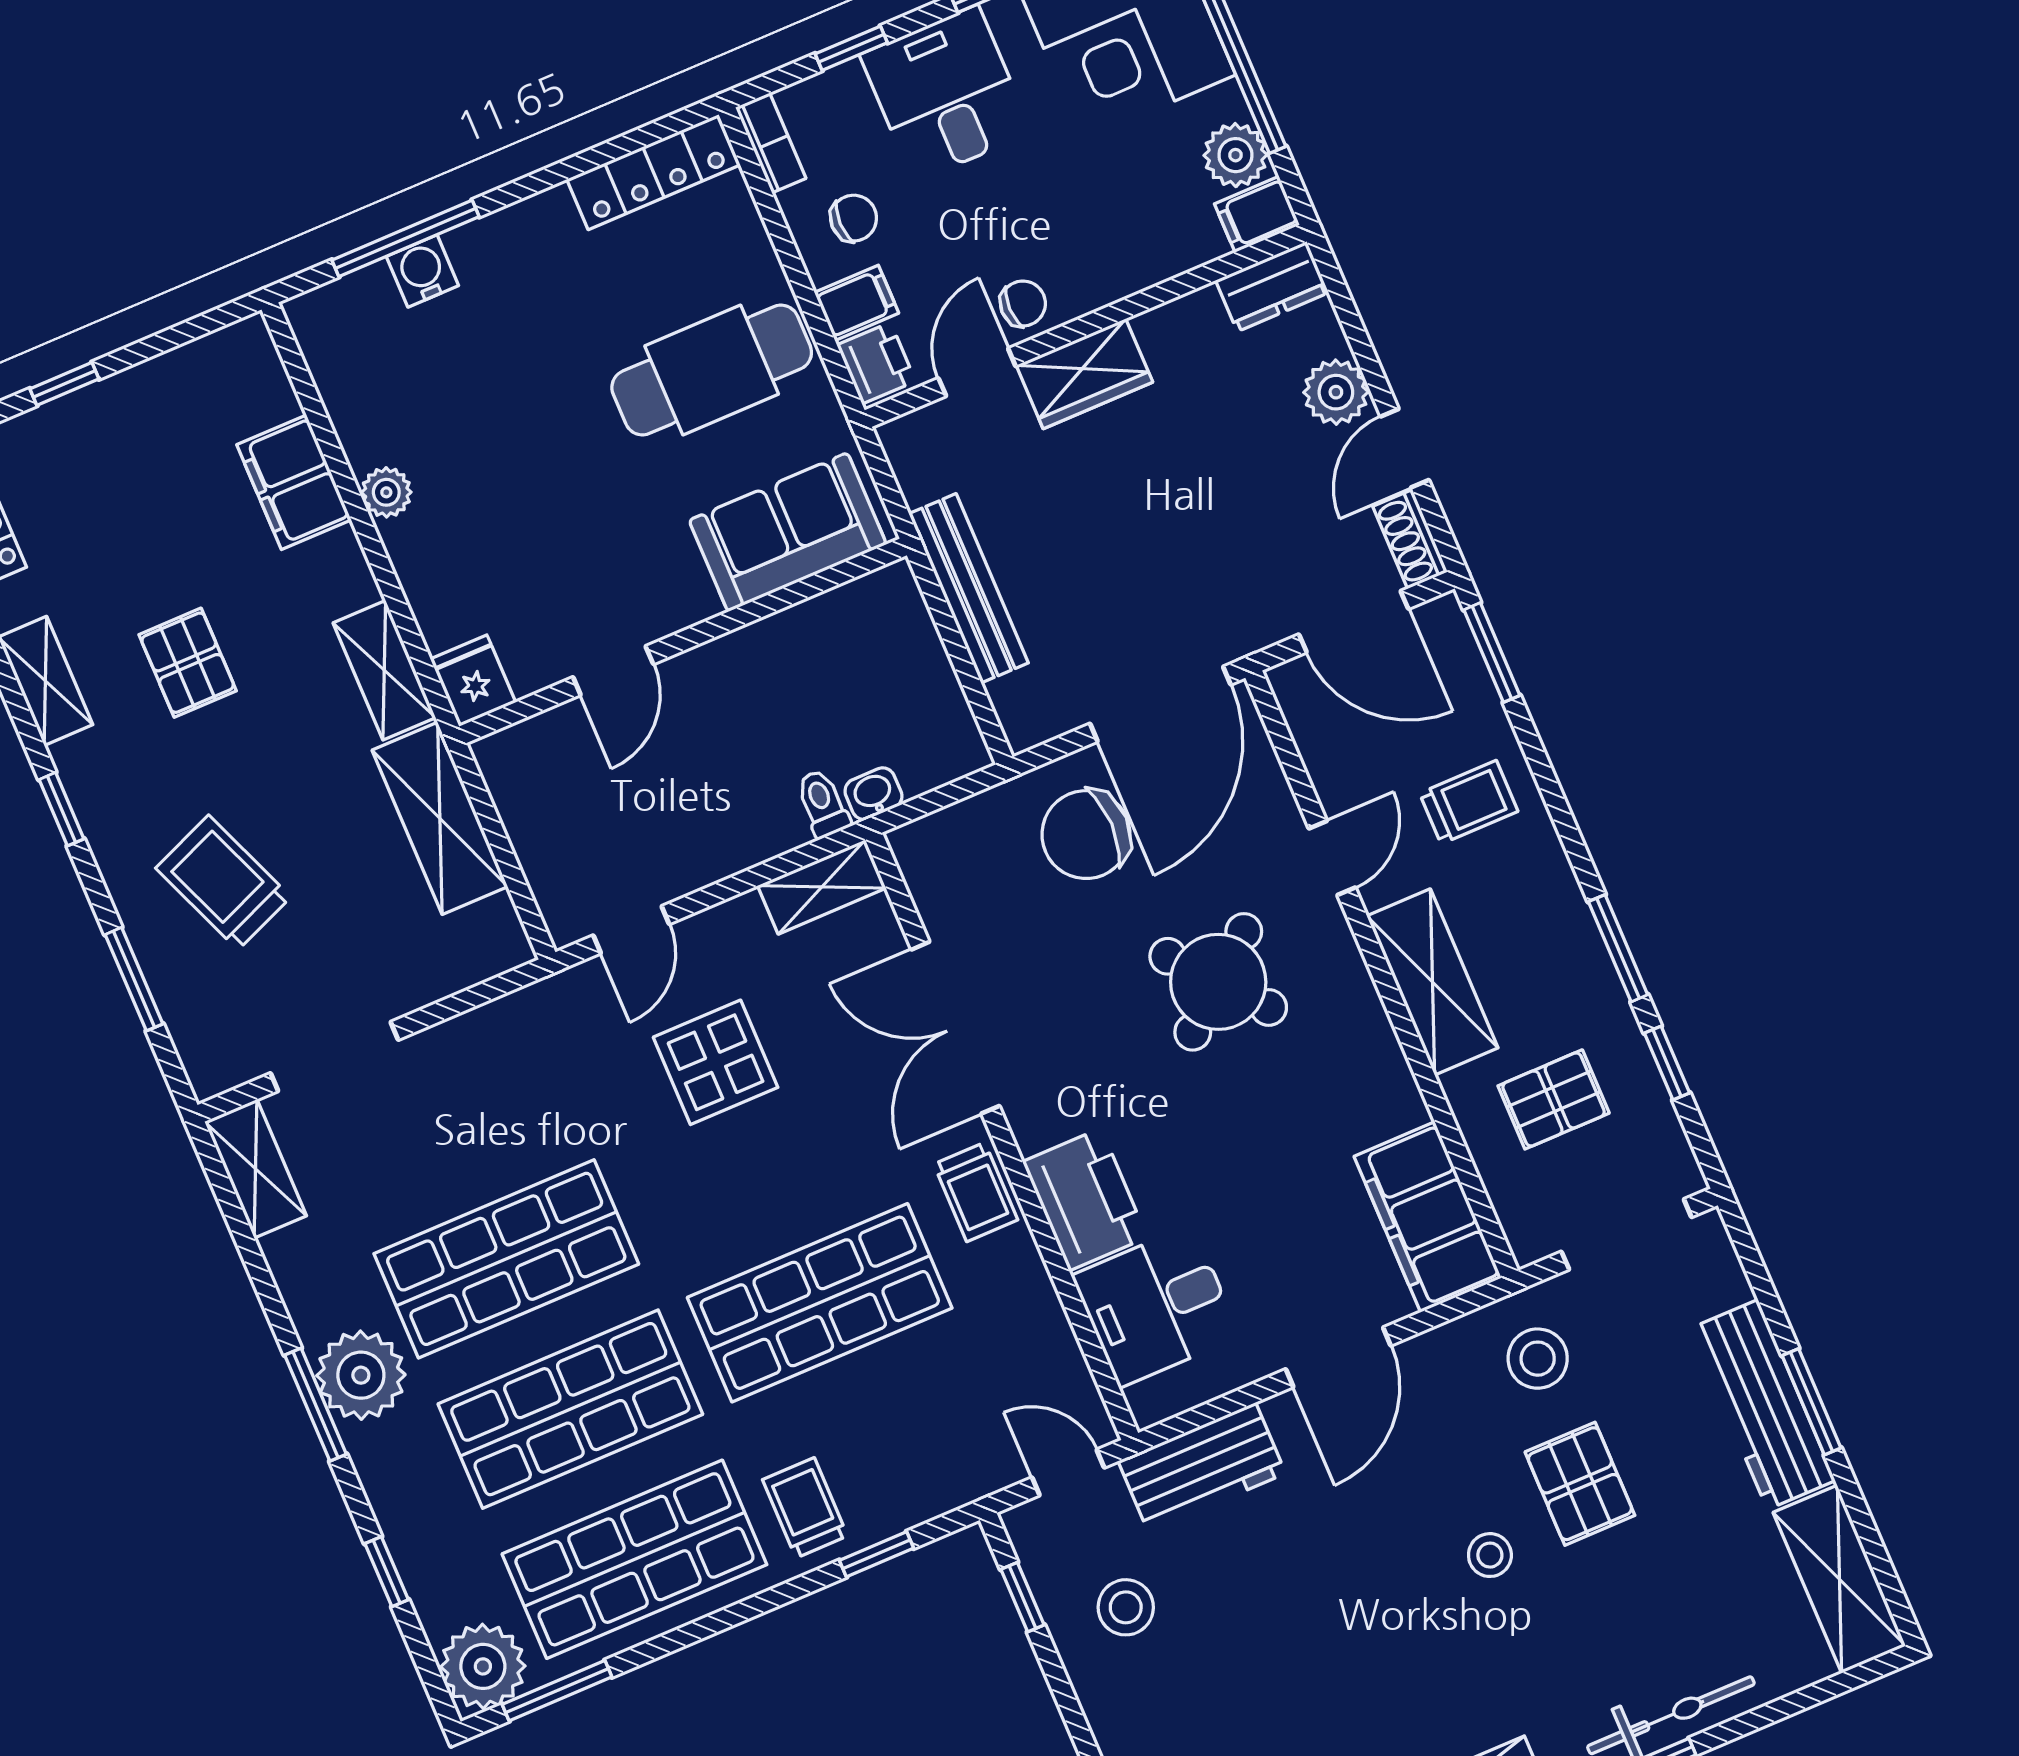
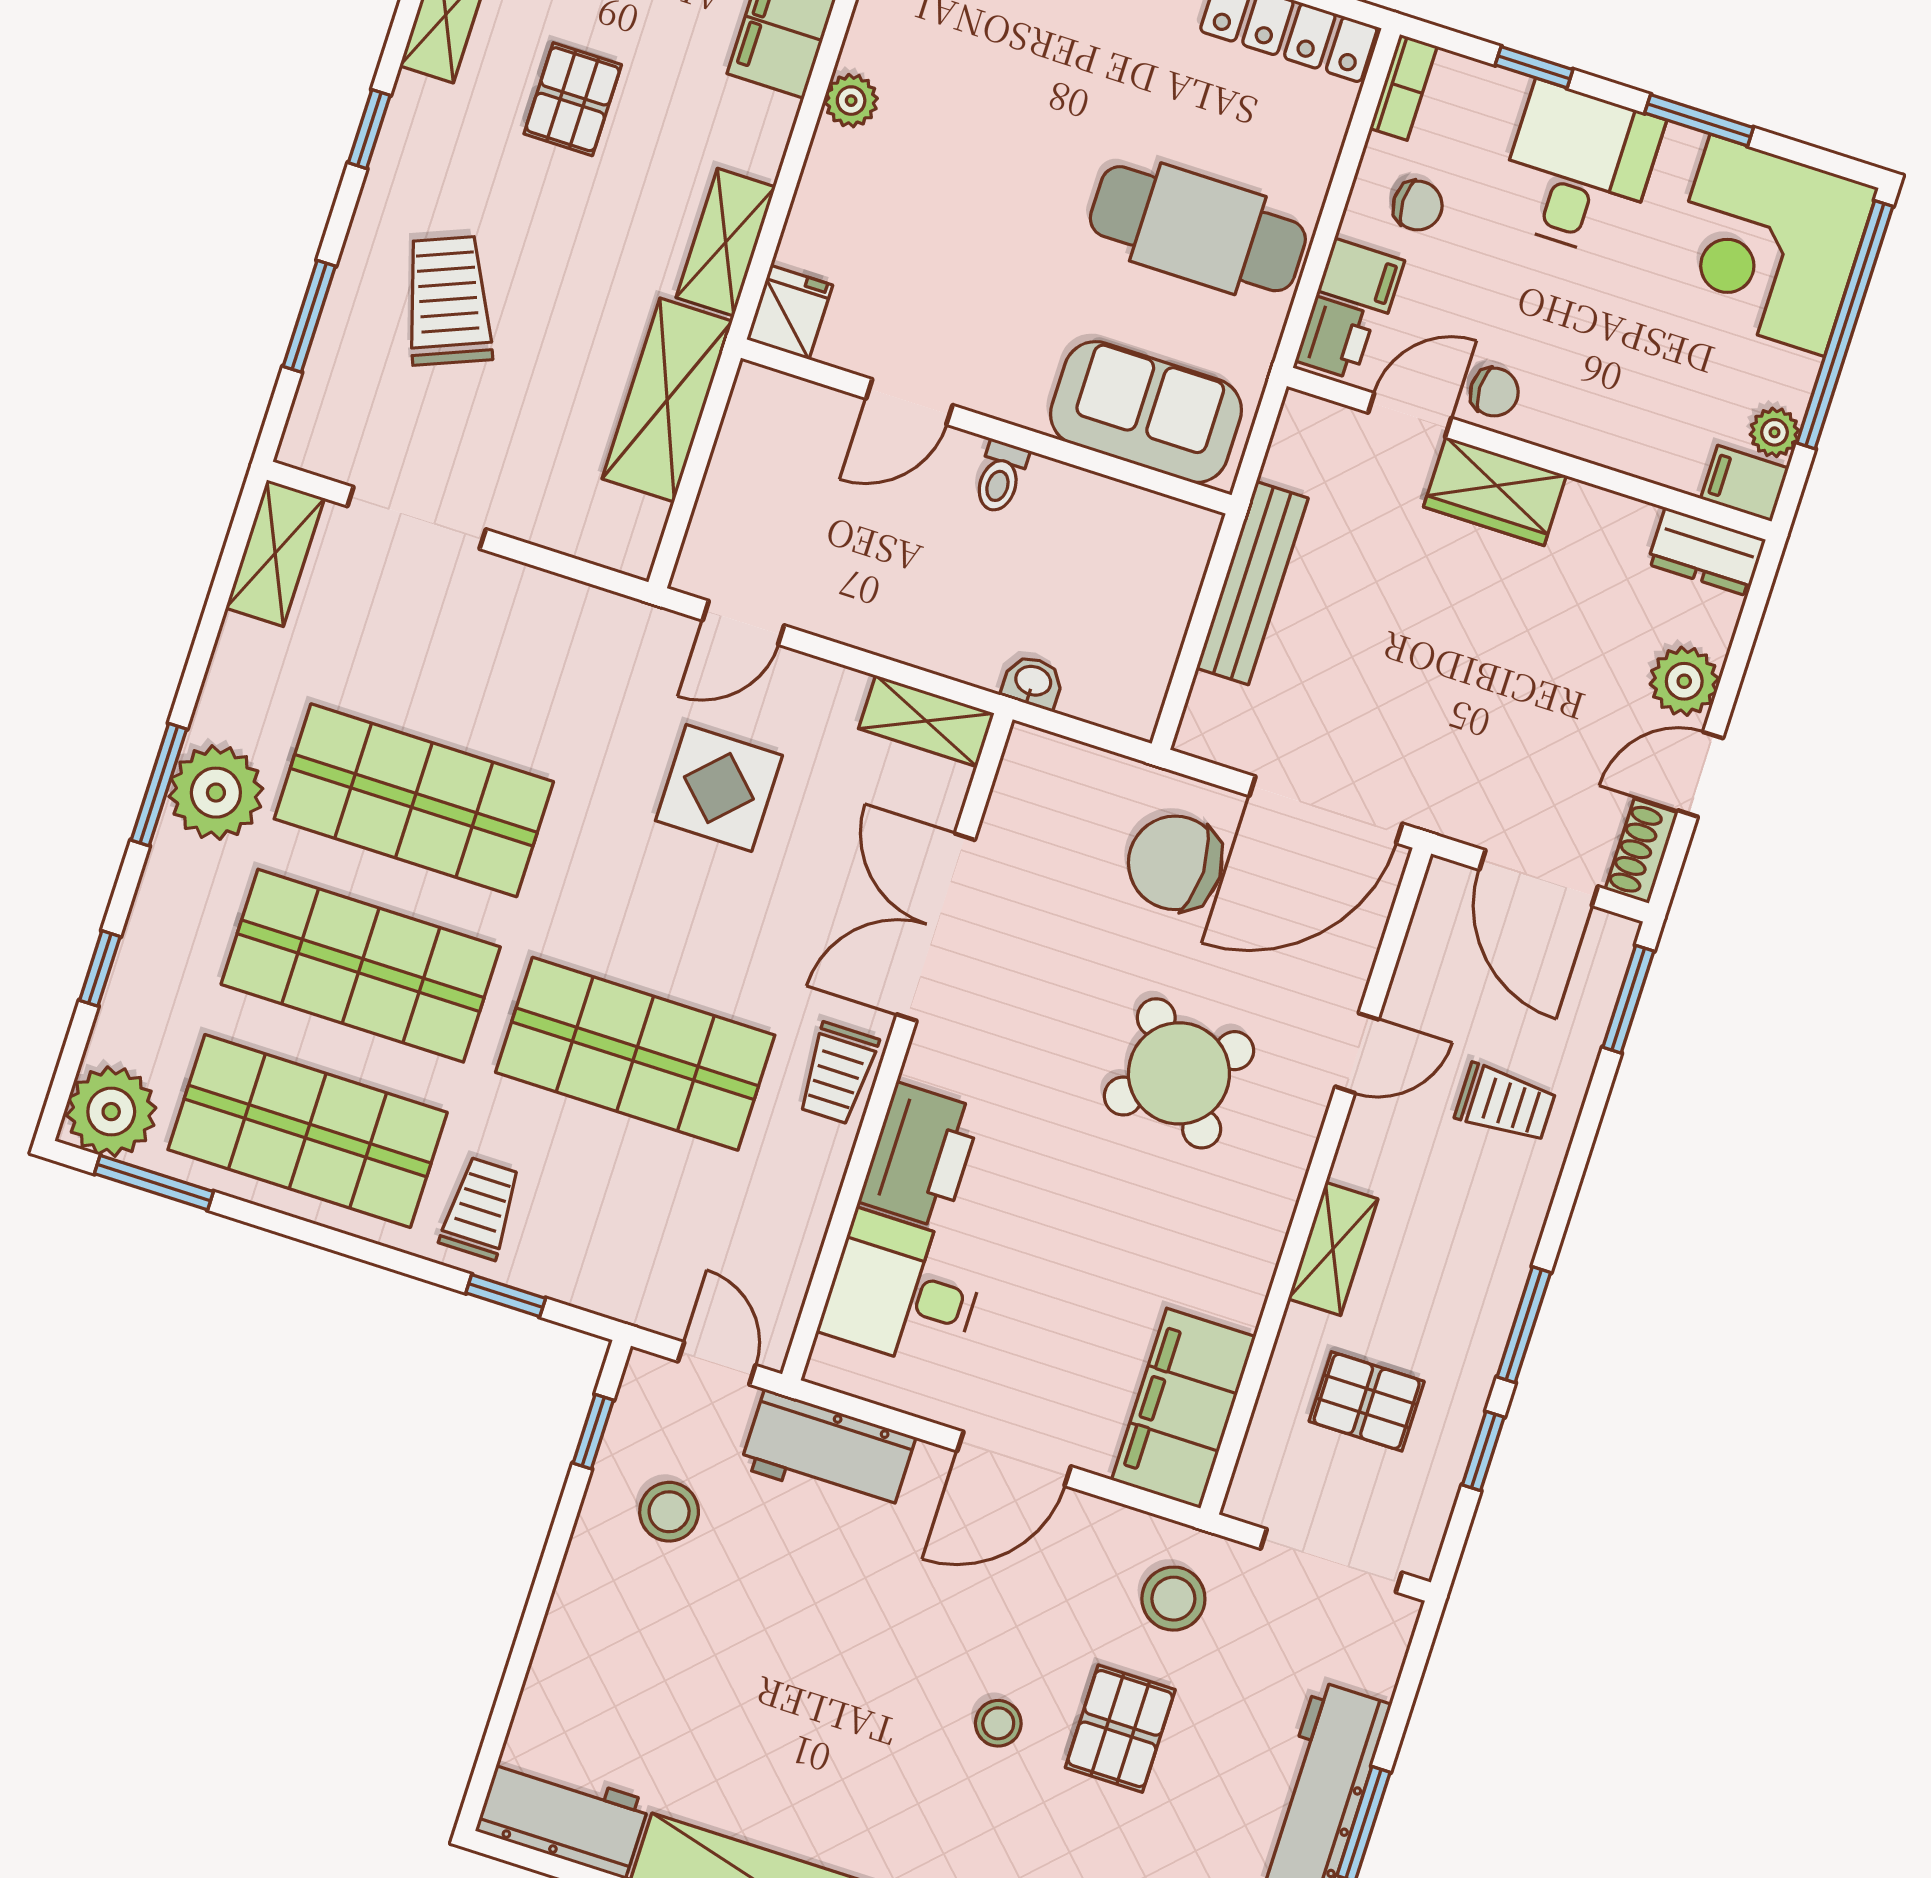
plant: (1236, 155) -> (1774, 432), width x0.73, depth x0.73
toilet: (823, 804) -> (1000, 477), moved, turned 180
shelving: (1432, 982) -> (1333, 1249), width x0.67, depth x0.75

